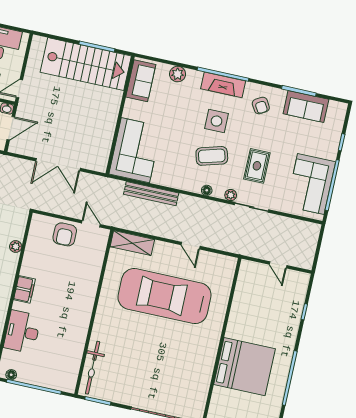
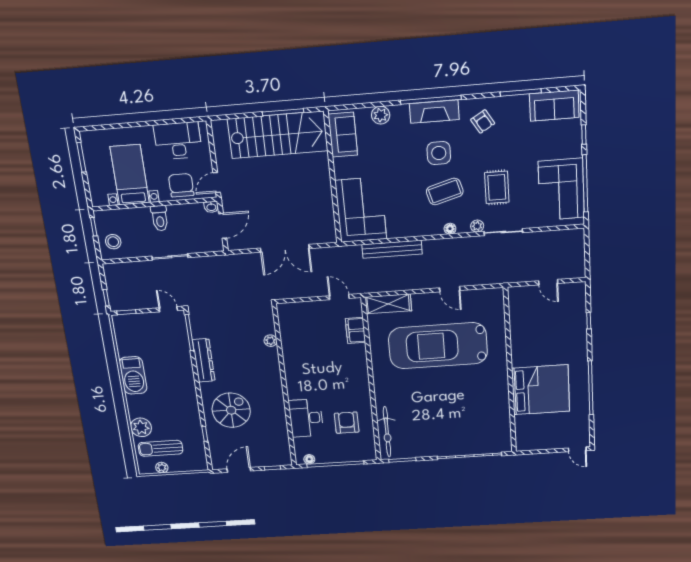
sofa: (306, 106) -> (554, 106), moved
armchair: (65, 234) -> (347, 423), moved, turned 180
filing cabinet: (24, 289) -> (355, 330), moved, turned 180

